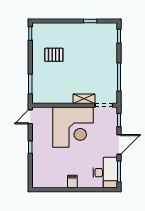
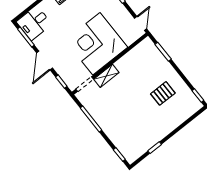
desk: (105, 173) -> (34, 23), width x0.73

